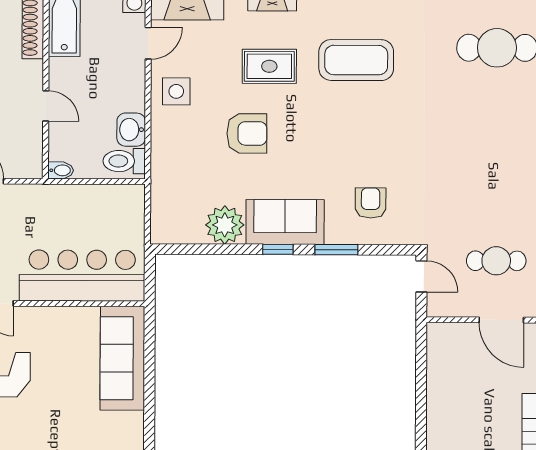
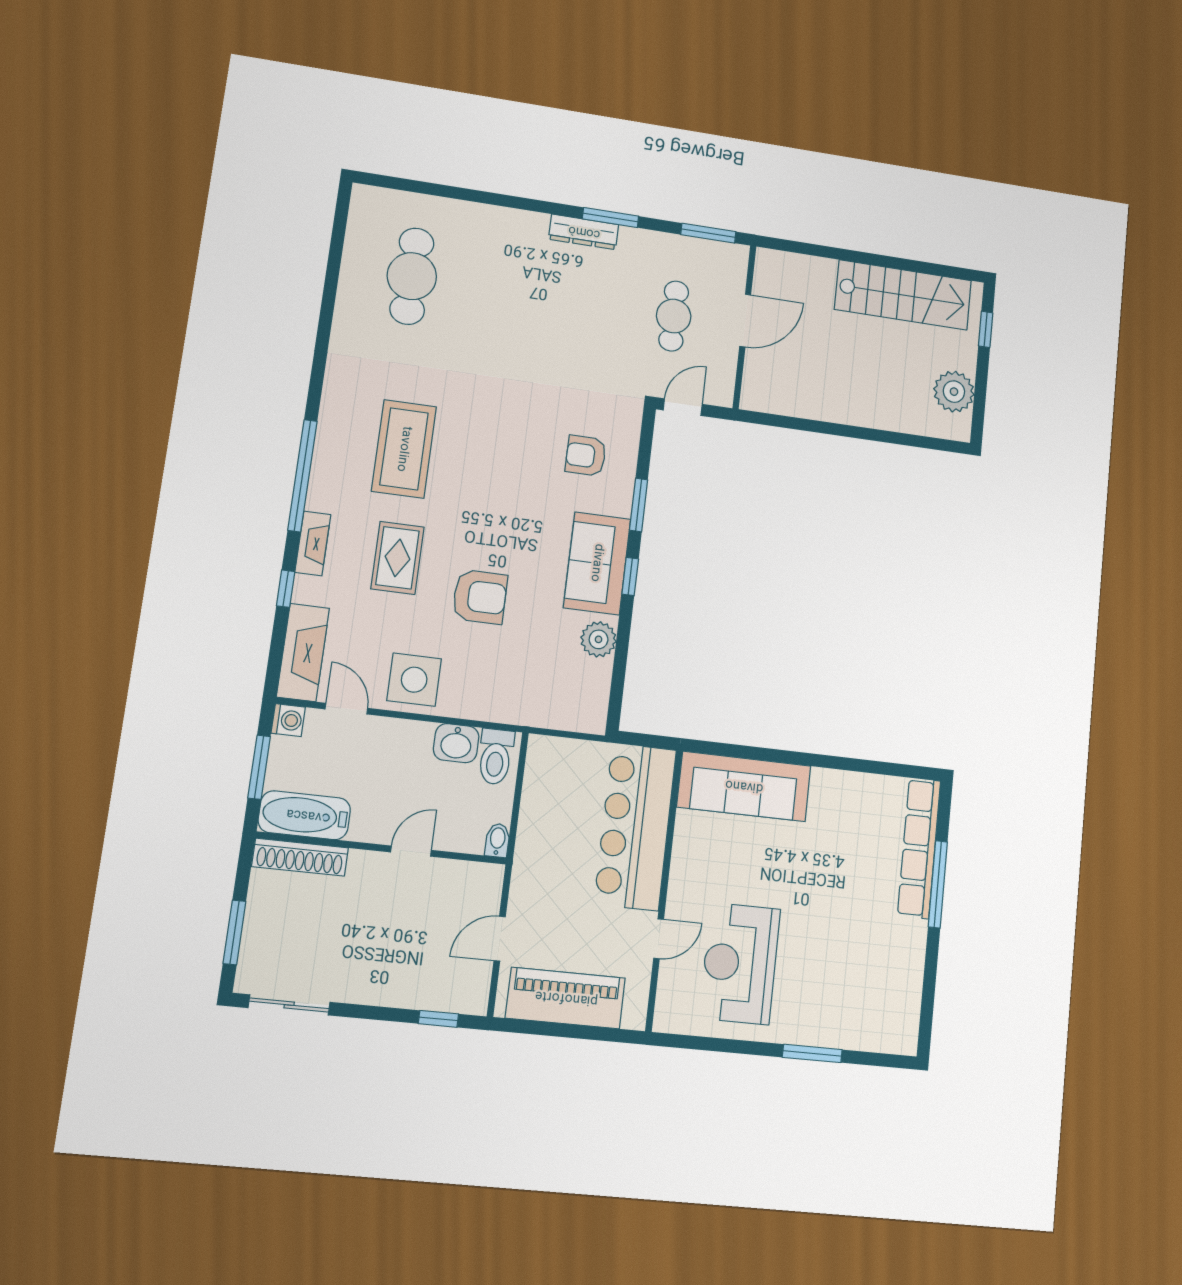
side table: (176, 91) -> (414, 680), width x1.37, depth x1.37
armchair: (247, 133) -> (480, 597), turned 90
plant: (225, 225) -> (599, 639), width x0.73, depth x0.73

